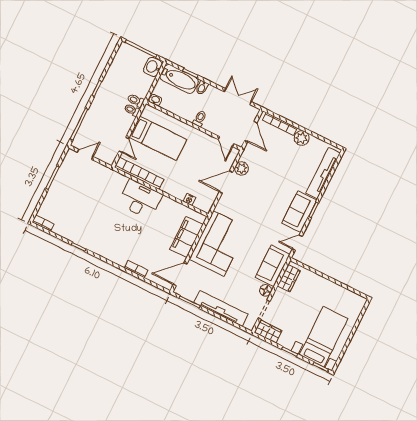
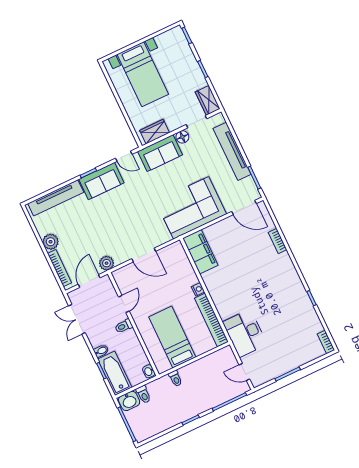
toilet: (136, 101) -> (144, 395), moved
door: (226, 142) -> (124, 304), moved
door: (124, 145) -> (205, 354), removed
plant: (242, 168) -> (107, 263), moved
desk: (140, 199) -> (245, 333), moved
nightstand: (189, 199) -> (198, 289), moved
filing cabinet: (186, 237) -> (200, 252), moved, turned -90
bed with nightstands: (324, 337) -> (143, 74), moved, turned -90

